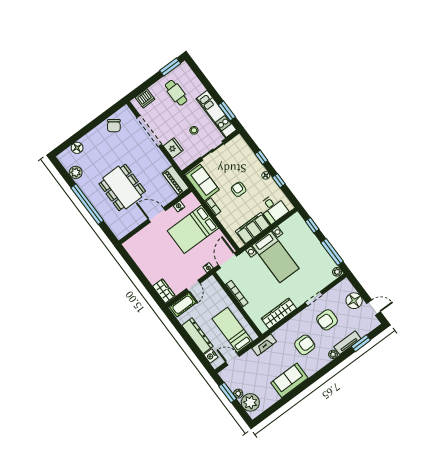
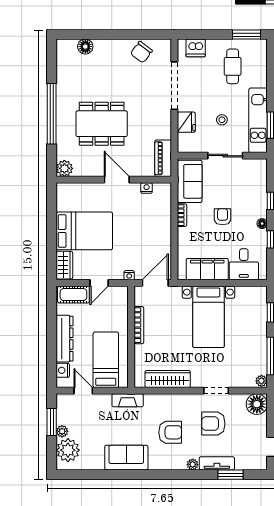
plant: (76, 172) -> (64, 168), moved
dining table: (122, 187) -> (102, 124), turned 90
bed: (193, 229) -> (84, 231), moved, turned 180
floor lamp: (354, 301) -> (257, 404), moved

